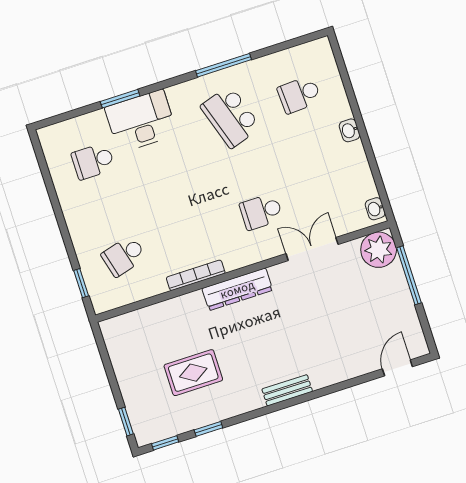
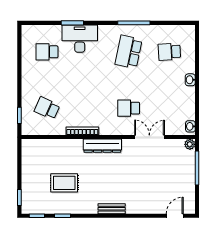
school desk: (231, 117) -> (129, 52), turned 30
plant: (379, 250) -> (190, 144), width x0.53, depth x0.53
school desk: (124, 256) -> (47, 108), turned 39

